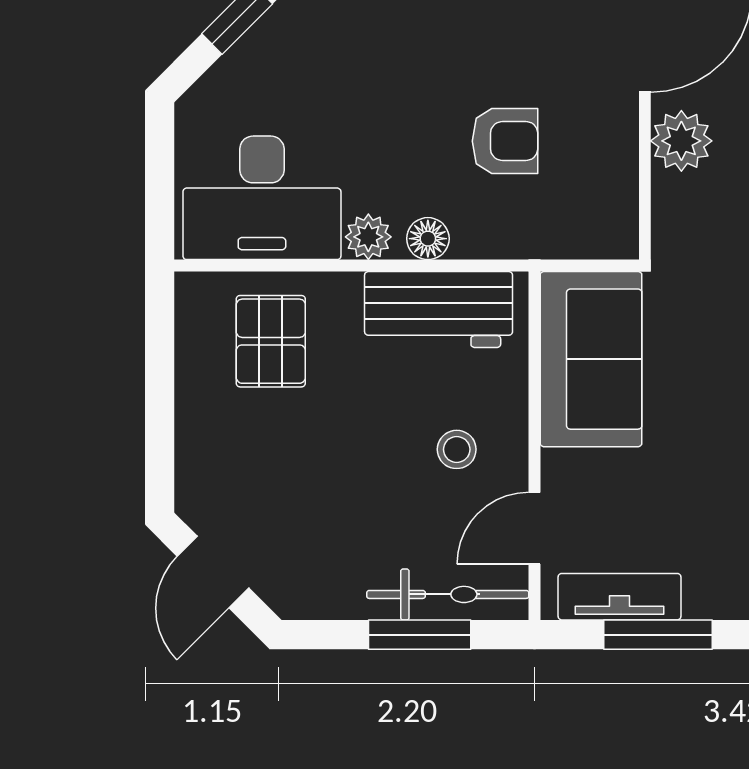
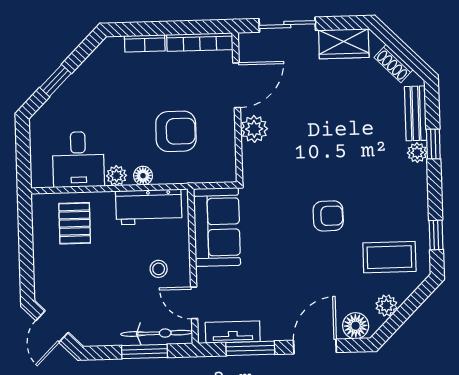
armchair: (505, 141) -> (176, 131), width x1.38, depth x1.38
desk: (262, 198) -> (78, 159), width x0.73
door: (534, 528) -> (194, 303), hinge flipped

